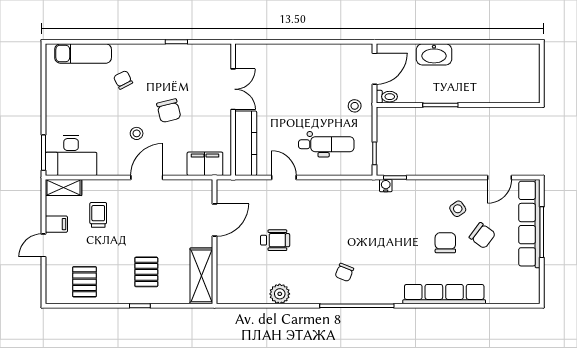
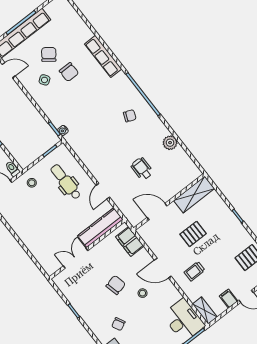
trolley: (98, 215) -> (194, 271), moved
chair: (445, 243) -> (69, 72), turned -90
pallet: (146, 272) -> (193, 234), moved
row of seats: (444, 294) -> (103, 56), width x0.73

